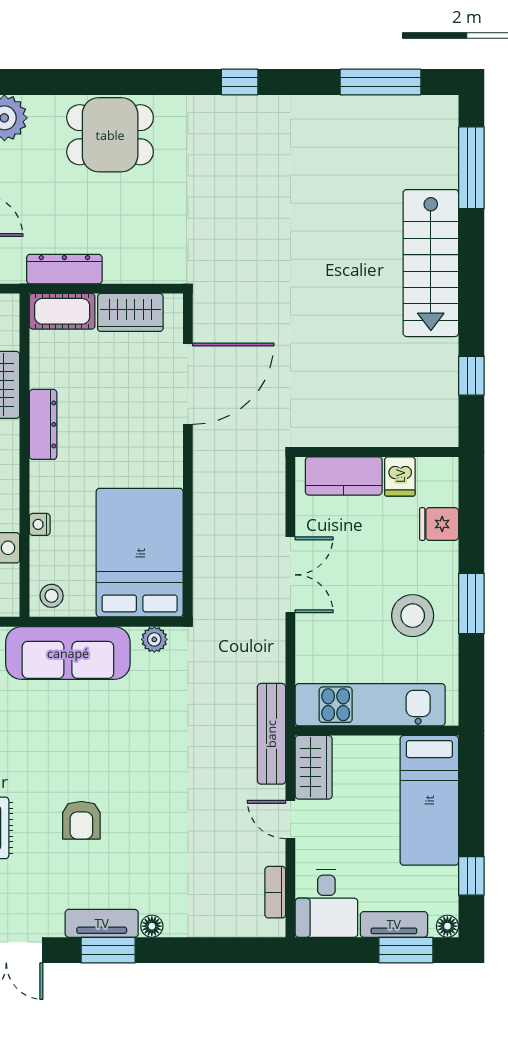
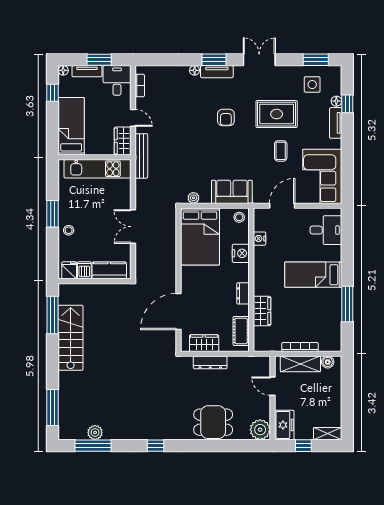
plant: (376, 111) -> (95, 432), added
stairs: (431, 263) -> (71, 338), moved
dresser: (64, 269) -> (210, 362), moved
cot: (62, 311) -> (241, 331), moved, turned 90
window: (471, 376) -> (53, 315), width x2.17
dresser: (43, 424) -> (243, 293), width x0.70
nightstand: (40, 524) -> (241, 253), width x1.89, depth x1.79
fridge: (439, 524) -> (69, 270), moved, turned -90
stool: (413, 616) -> (69, 230), moved, width x0.53, depth x0.53
sofa: (68, 653) -> (232, 192), width x0.73
armchair: (81, 820) -> (226, 117), turned 180
window: (406, 950) -> (99, 60), moved

